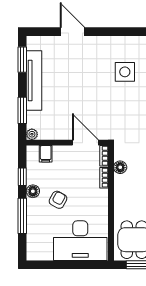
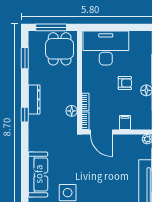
filing cabinet: (46, 154) -> (125, 122), moved
armchair: (58, 200) -> (125, 83), turned -119

